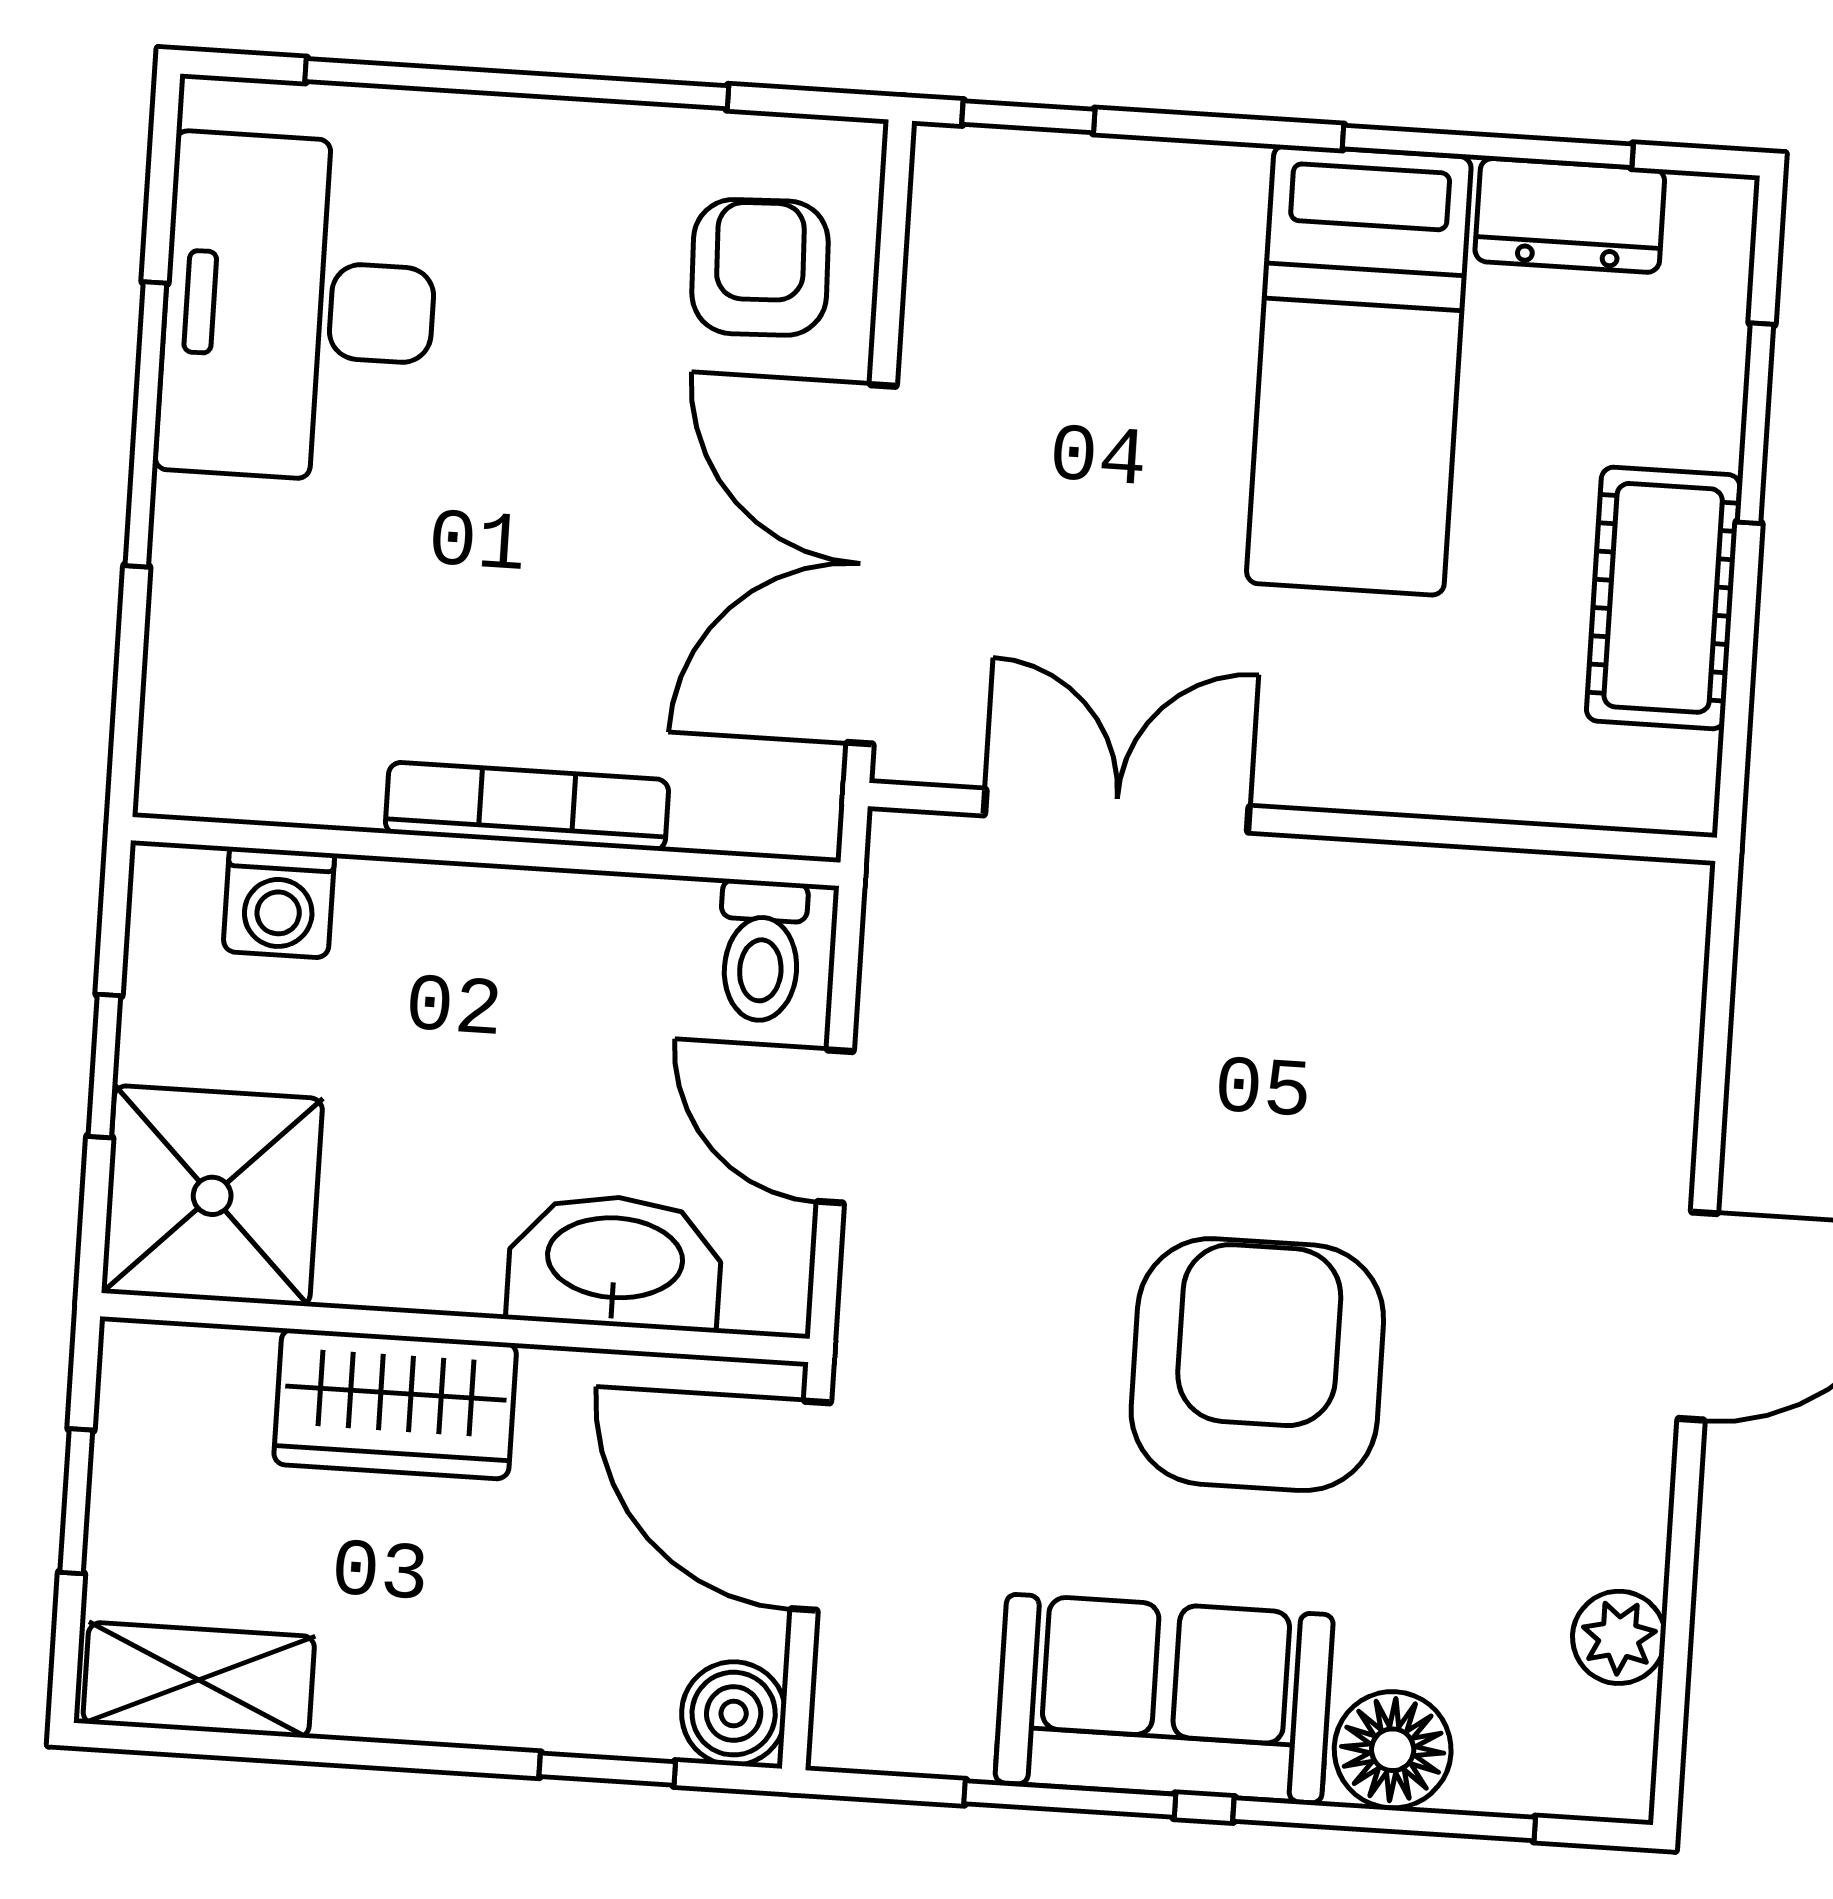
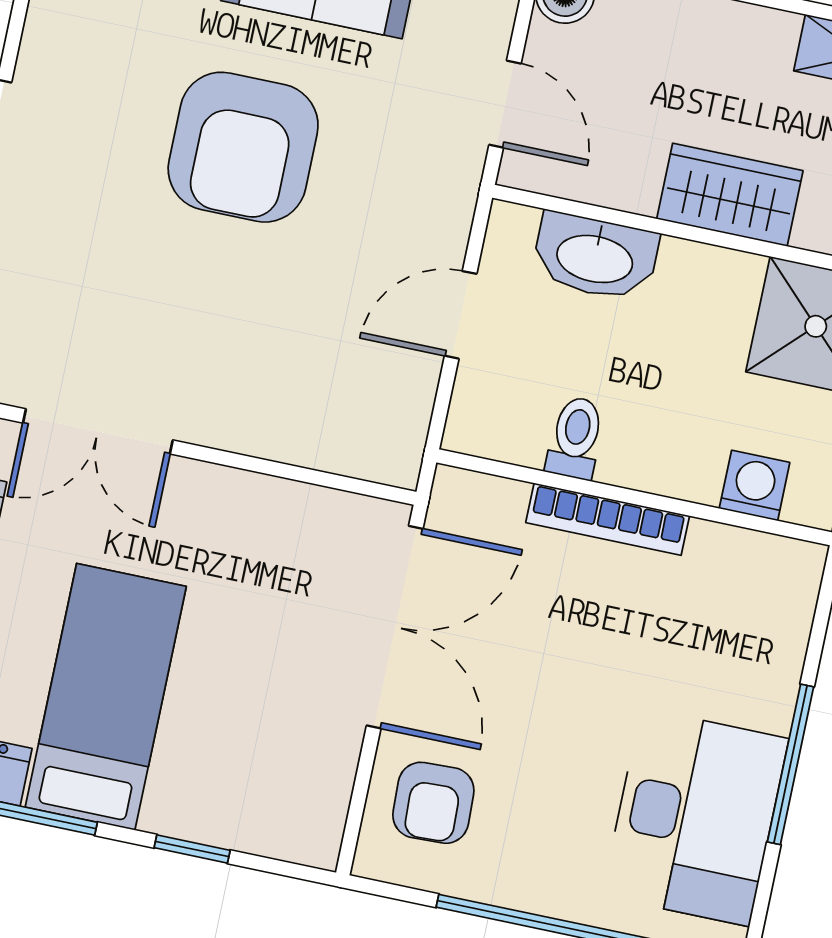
window: (1028, 117) -> (192, 849), moved
double door: (1117, 811) -> (98, 431), moved
toilet: (762, 951) -> (575, 438), moved
door: (835, 1126) -> (461, 315), swing flipped
door: (811, 1506) -> (505, 104), width x0.73

